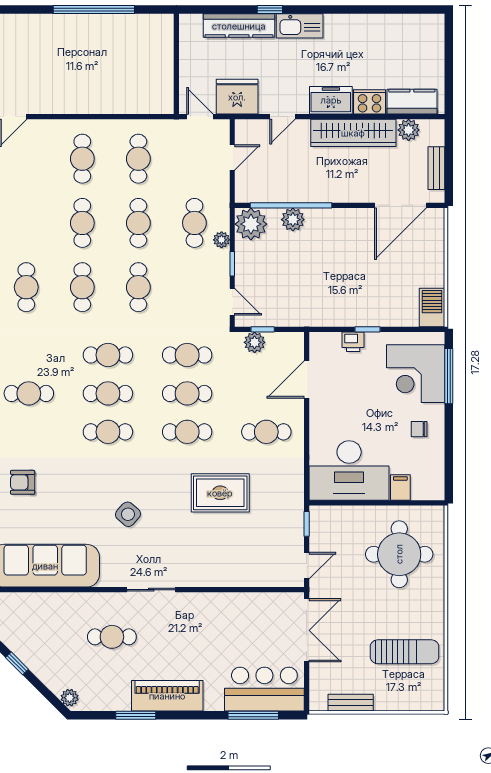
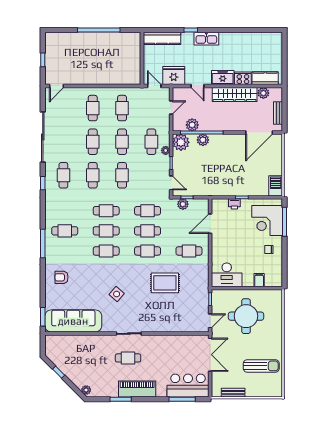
kitchen counter: (239, 26) -> (162, 38), moved
door: (282, 117) -> (197, 86), hinge flipped
plant: (272, 191) -> (192, 125), added
desk: (349, 471) -> (227, 275), width x0.73, depth x0.77
round table: (399, 554) -> (246, 316), moved
cafe table: (112, 637) -> (128, 358), moved

